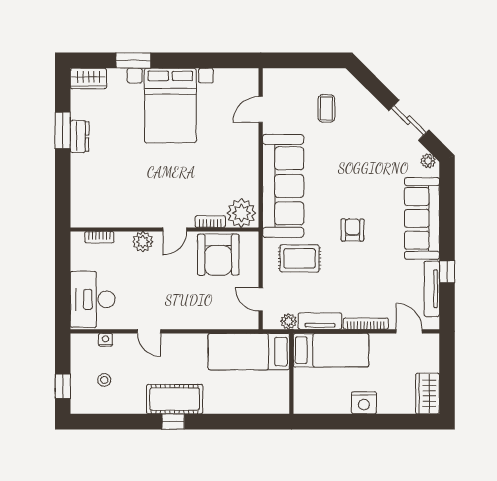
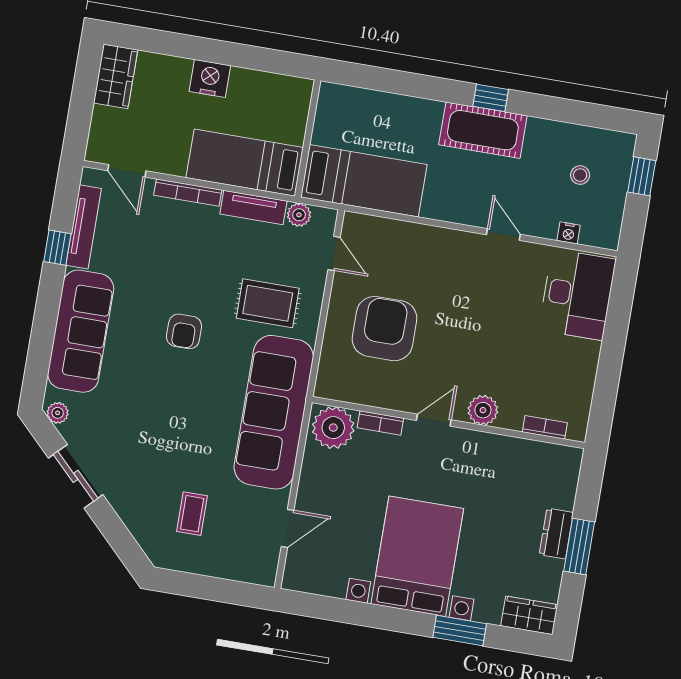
plant: (241, 213) -> (333, 428), moved
bookcase: (210, 222) -> (380, 423), moved
wall: (165, 229) -> (448, 423), moved
door: (175, 229) -> (434, 420), moved
bookcase: (99, 237) -> (545, 427), moved
plant: (143, 242) -> (483, 410), moved

